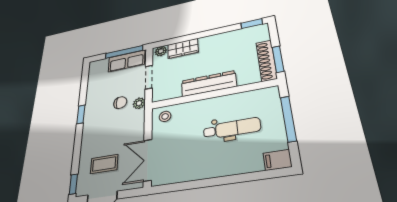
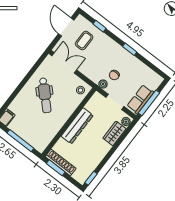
dental chair: (232, 128) -> (45, 95), moved, turned -45
window: (73, 184) -> (100, 26), moved

